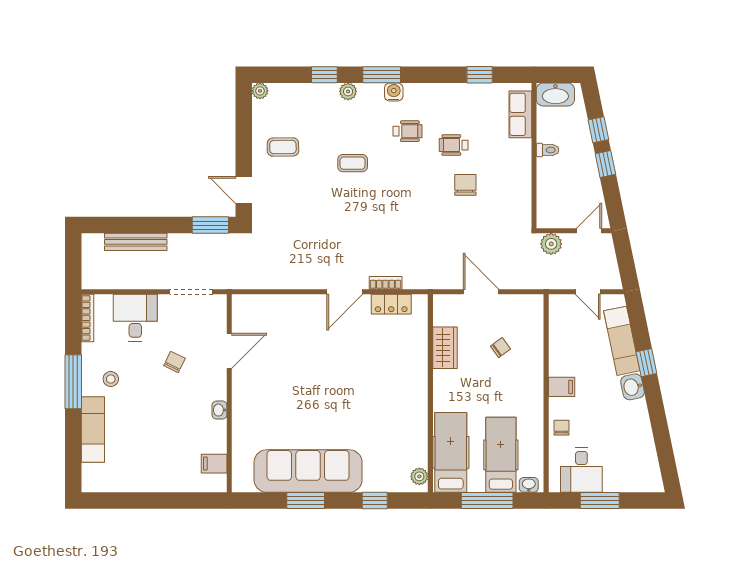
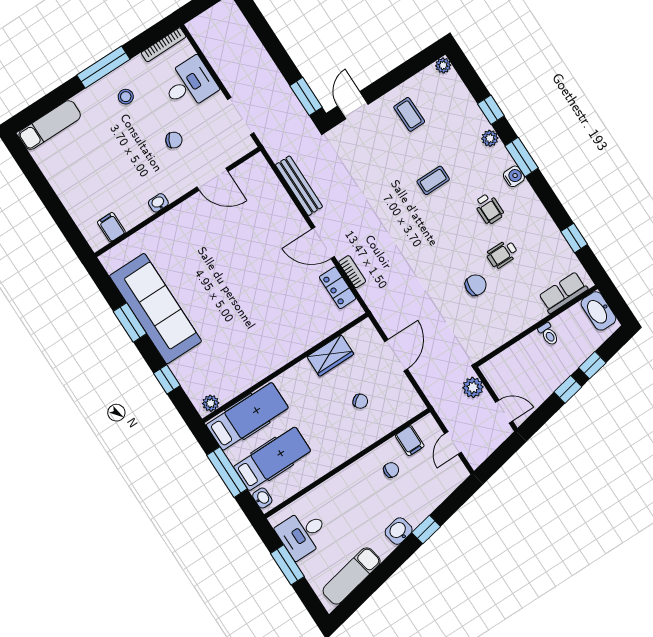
wheelchair: (454, 145) -> (502, 254), turned -90
coffee table: (353, 163) -> (433, 180), turned 90
bench: (136, 242) -> (299, 186), moved
exam couch: (622, 341) -> (352, 576), moved
filing cabinet: (562, 387) -> (410, 441), moved
chair: (562, 428) -> (391, 470), moved
exam couch: (93, 430) -> (50, 125), moved

